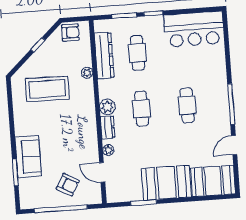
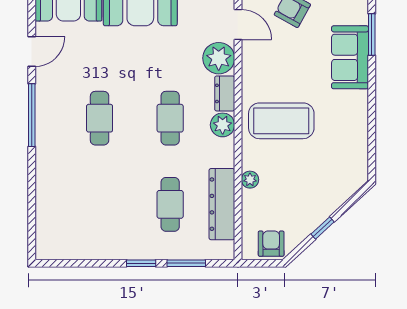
bar counter: (194, 29) -> (80, 235), removed
armchair: (70, 32) -> (271, 244), turned 90
coffee table: (47, 89) -> (281, 121), moved
plant: (108, 150) -> (219, 58), width x1.87, depth x1.87

